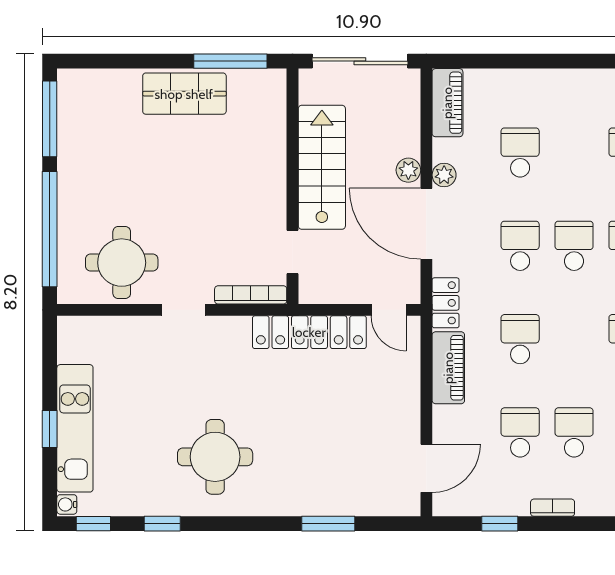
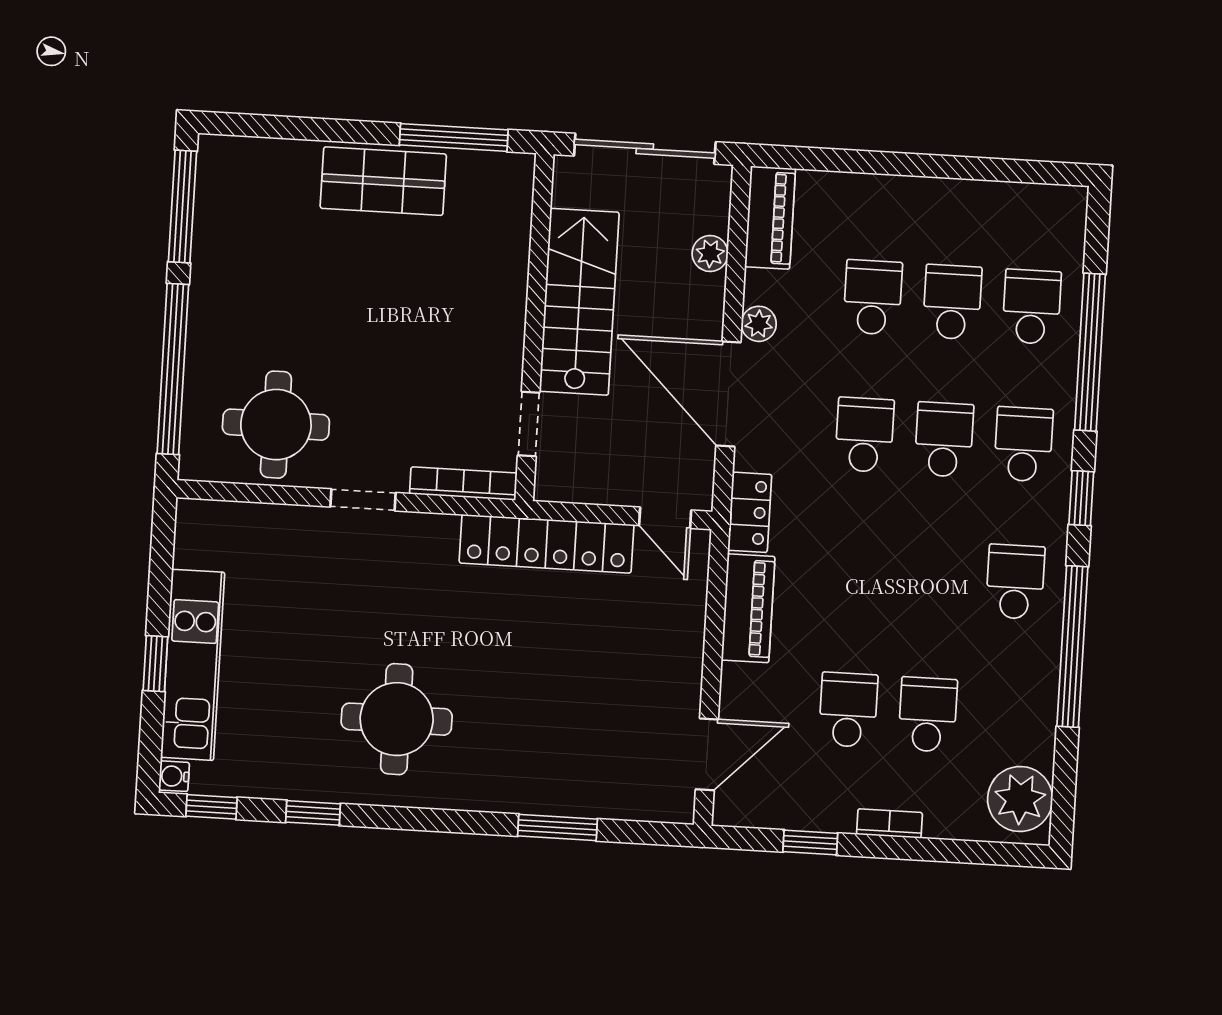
plant: (408, 170) -> (710, 253), moved
school desk: (520, 339) -> (952, 302), moved

